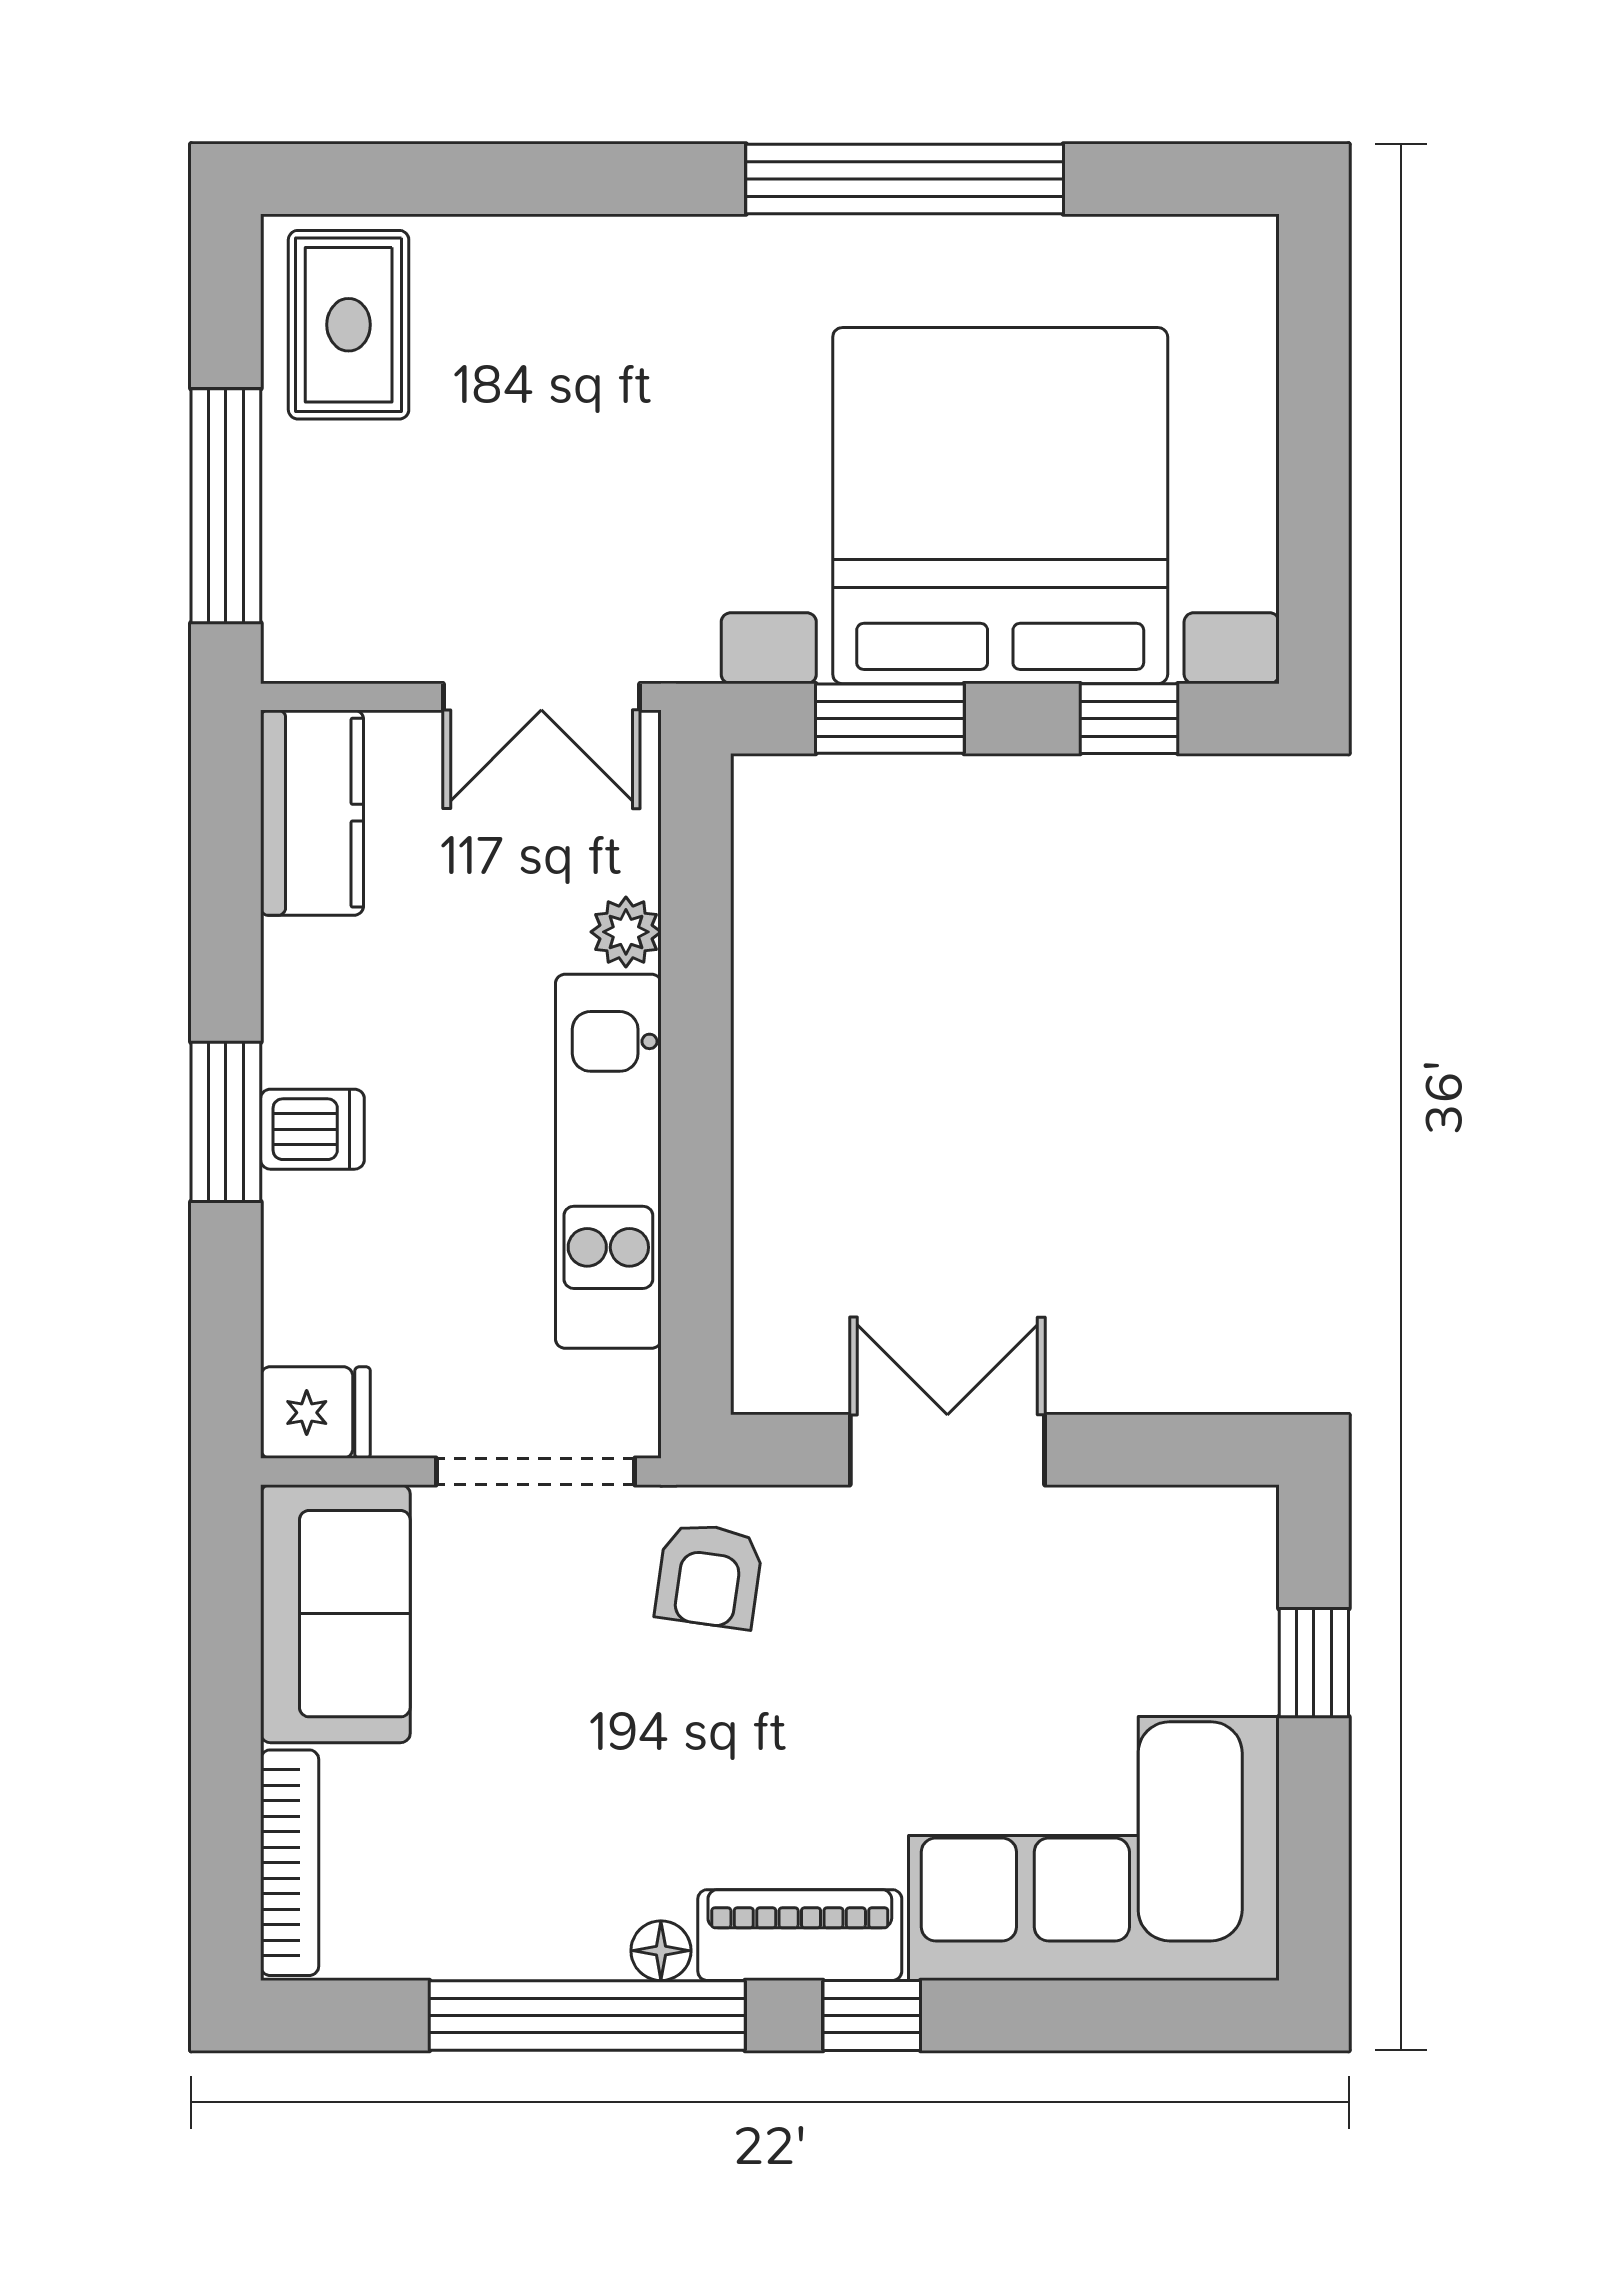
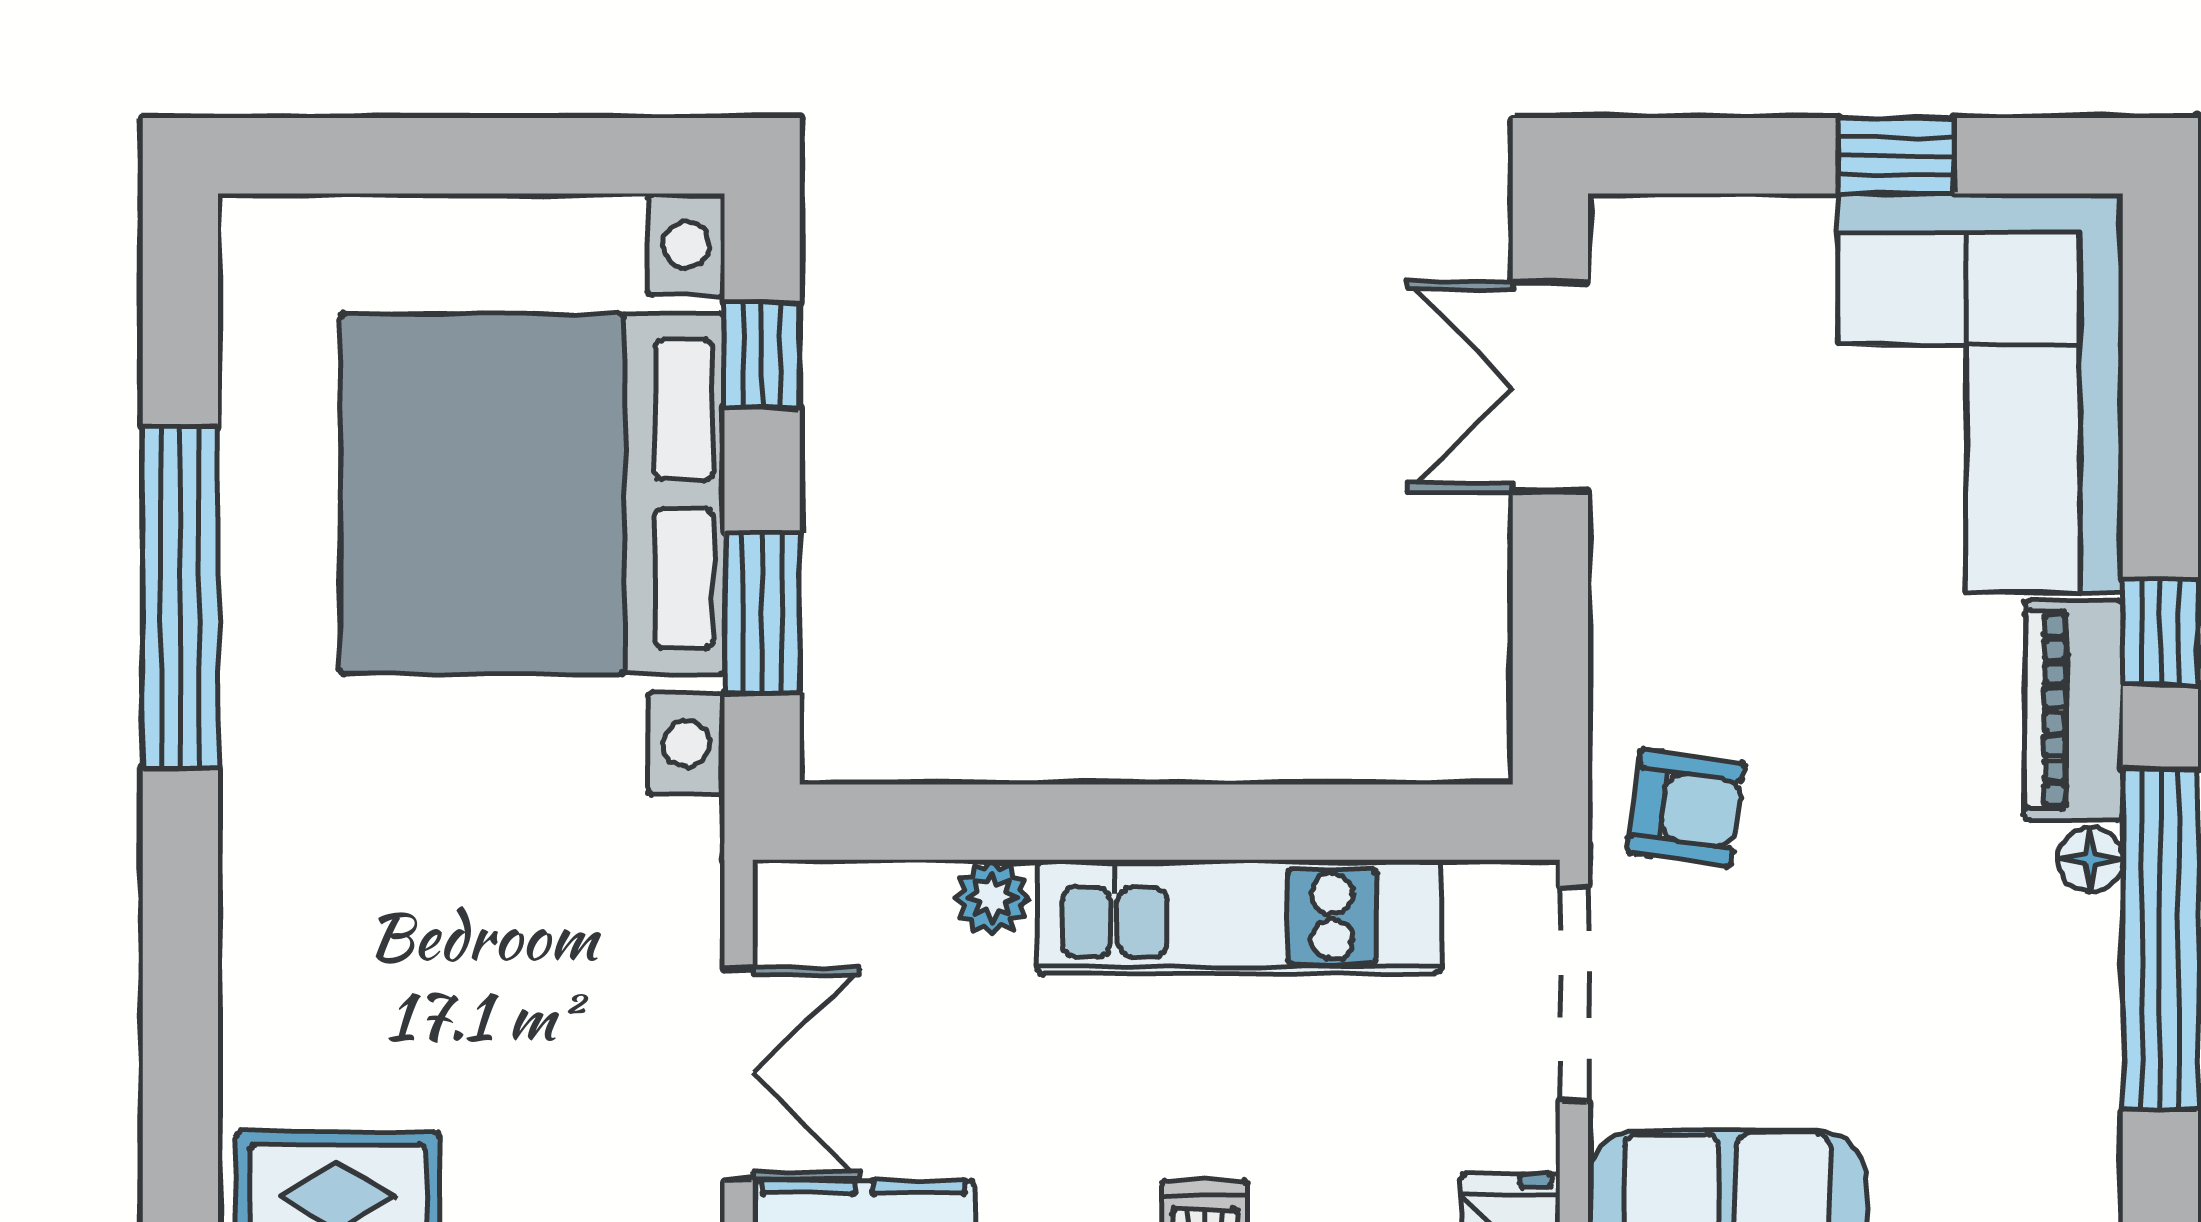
double door: (541, 697) -> (739, 1073), moved
double door: (947, 1450) -> (1550, 387), moved
window: (1314, 1663) -> (1896, 156), moved

